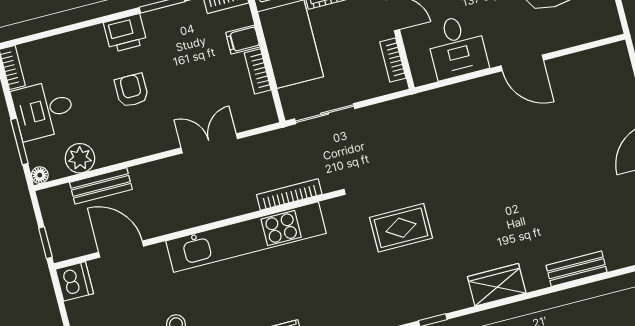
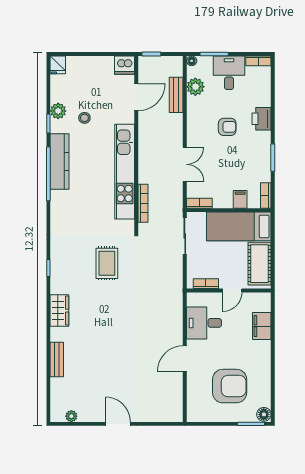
printer: (125, 33) -> (262, 119), moved
bookcase: (258, 71) -> (199, 203), moved

